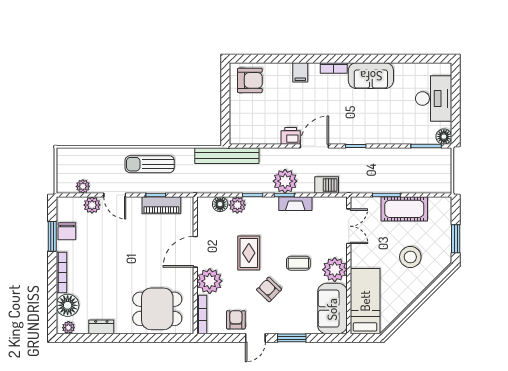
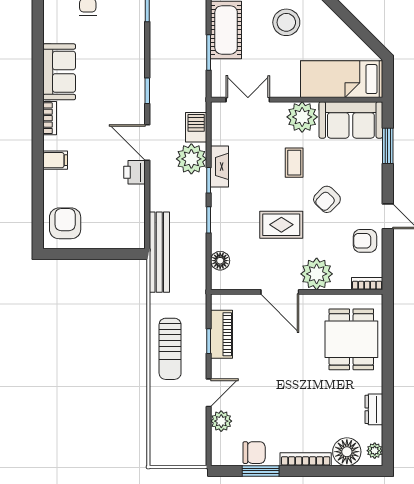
plant: (285, 181) -> (191, 159), moved
plant: (83, 186) -> (198, 433), removed
plant: (237, 205) -> (221, 239), removed
bookcase: (202, 315) -> (367, 284), width x0.64
window: (292, 338) -> (388, 146), moved

